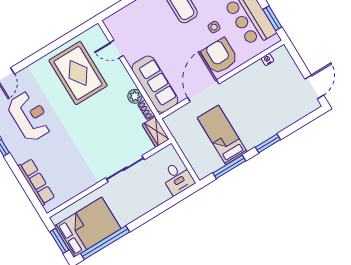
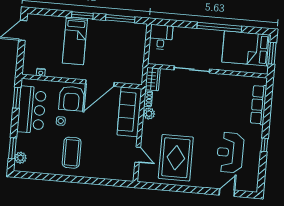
bed: (222, 135) -> (75, 41), moved
window: (105, 243) -> (219, 27), moved

